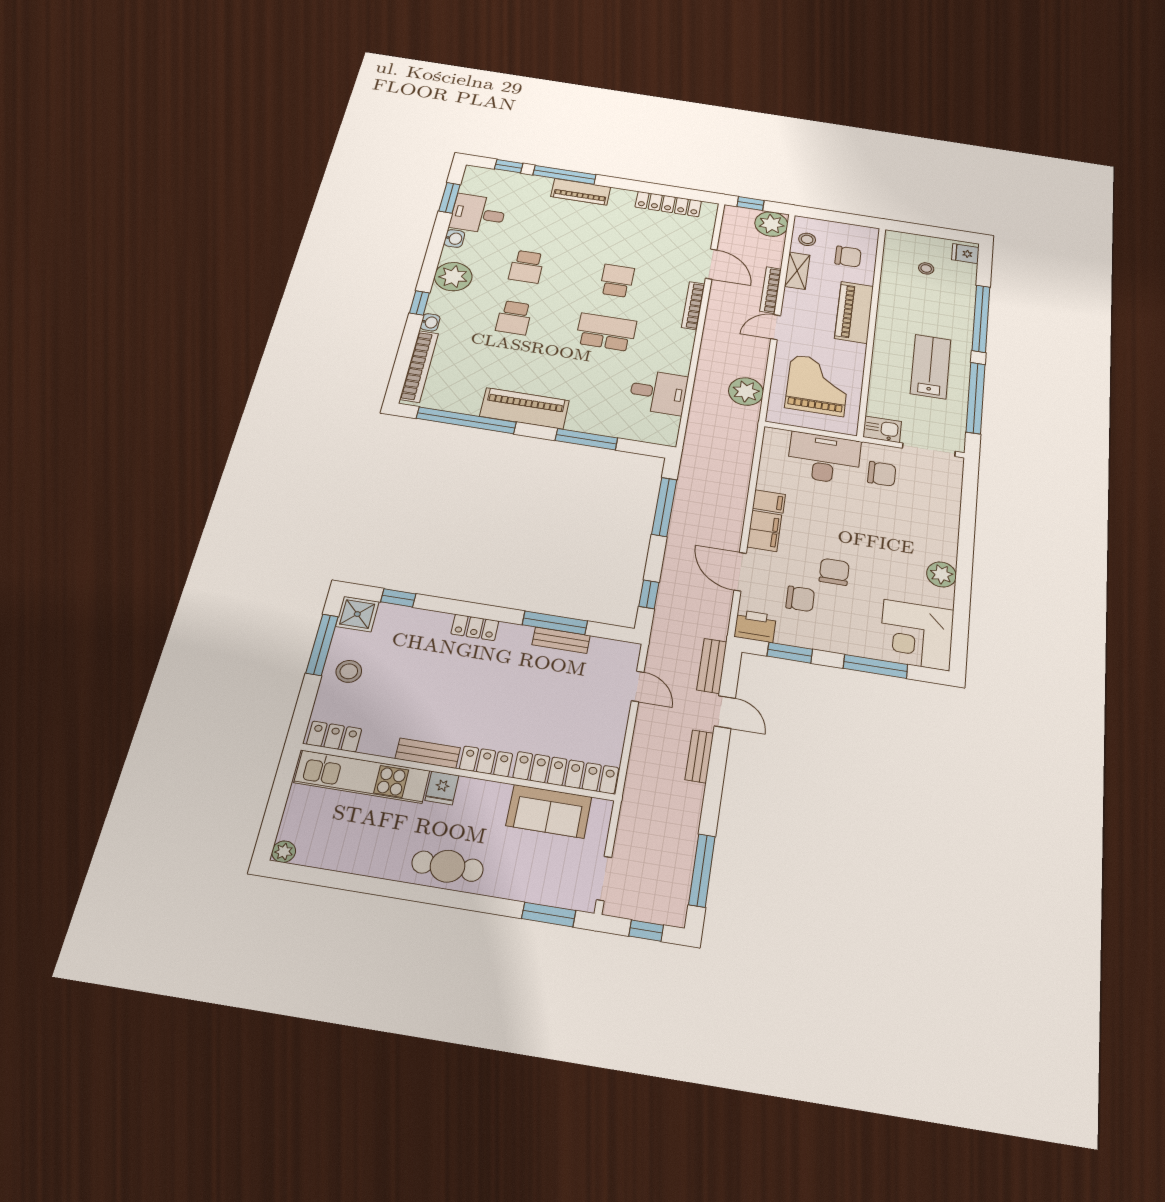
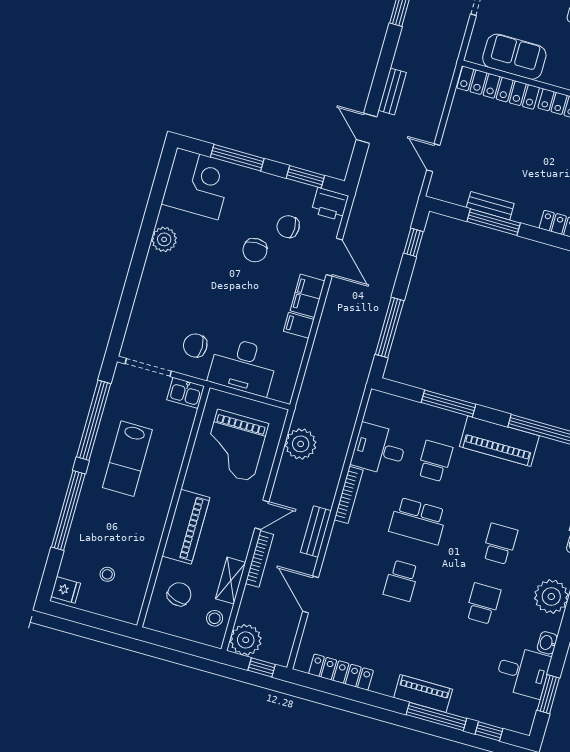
chair: (848, 257) -> (179, 594), turned 107
bookcase: (693, 306) -> (349, 495), moved
school desk: (595, 386) -> (435, 461), added
bench: (712, 666) -> (316, 532), moved

